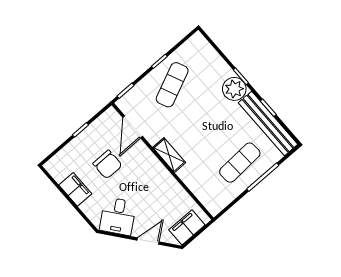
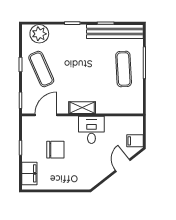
plant: (234, 89) -> (39, 34), moved
door: (133, 127) -> (46, 115), swing flipped
filing cabinet: (75, 189) -> (29, 173), moved, turned 90
desk: (118, 216) -> (91, 130), moved, turned -142
filing cabinet: (187, 227) -> (135, 141), width x0.50

